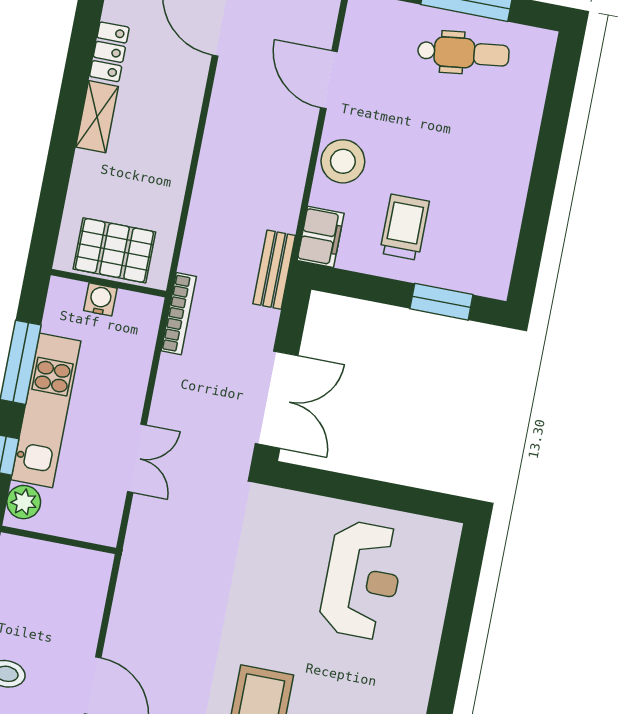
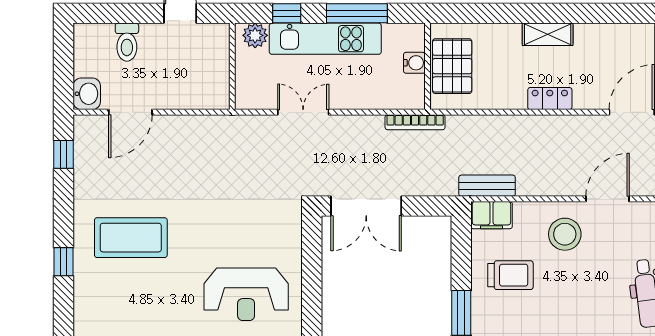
locker: (109, 52) -> (550, 99), moved, turned 180
stool: (343, 161) -> (565, 234), moved
bench: (274, 270) -> (487, 186), moved
double door: (137, 458) -> (303, 112), swing flipped

